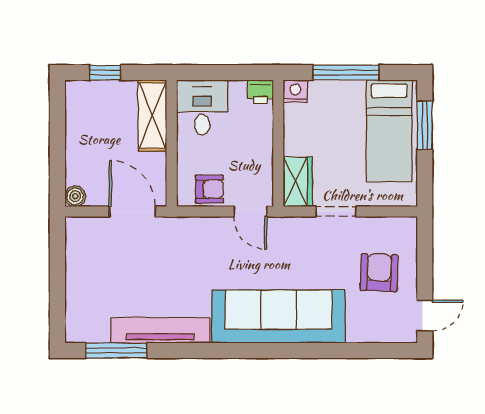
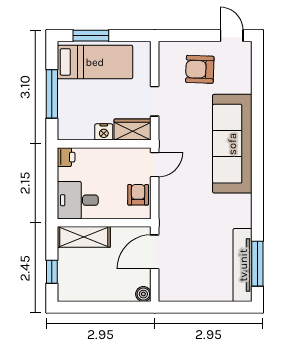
nightstand: (295, 91) -> (104, 132), moved, turned -90
tv unit: (160, 330) -> (243, 265), moved

